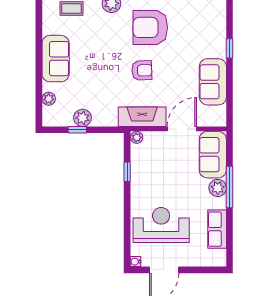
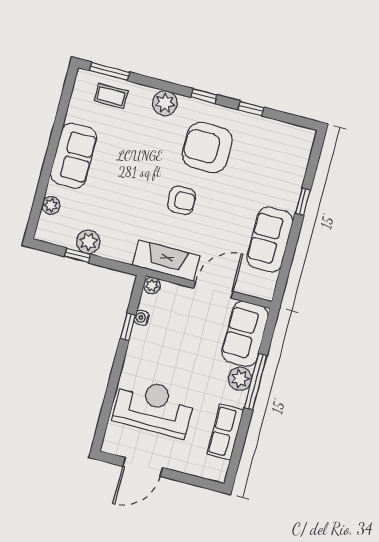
water cooler: (135, 262) -> (142, 318), moved

